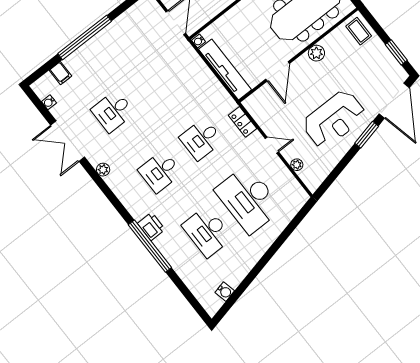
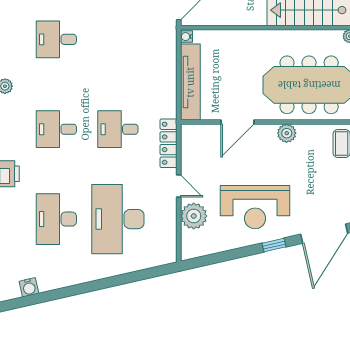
locker: (243, 122) -> (169, 143), width x1.53
window: (367, 135) -> (274, 245), width x0.67
plant: (297, 165) -> (194, 216), width x1.88, depth x1.88

